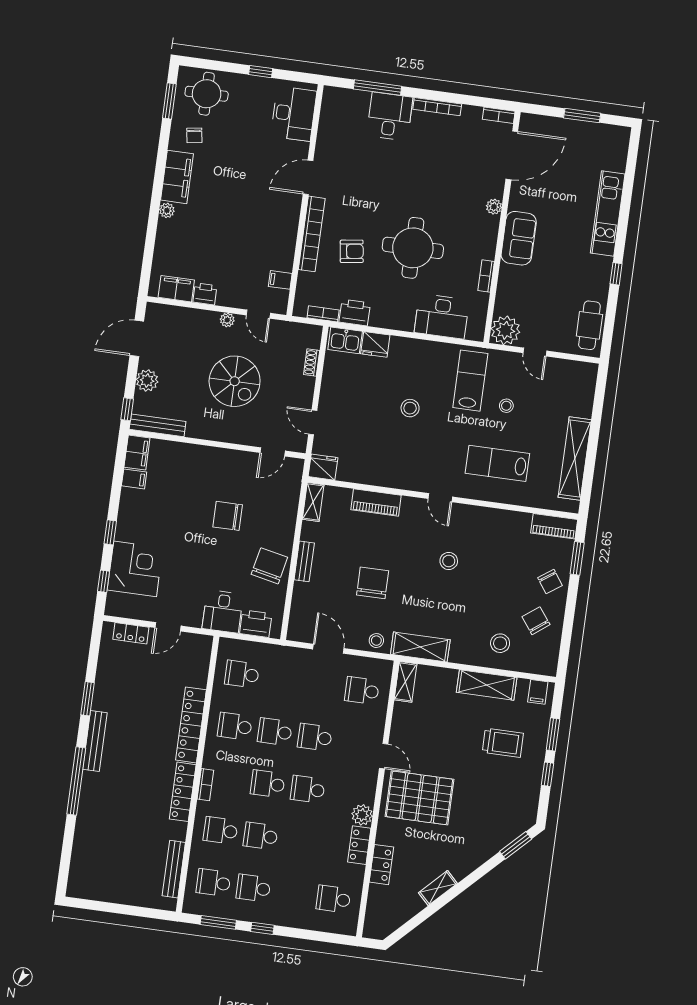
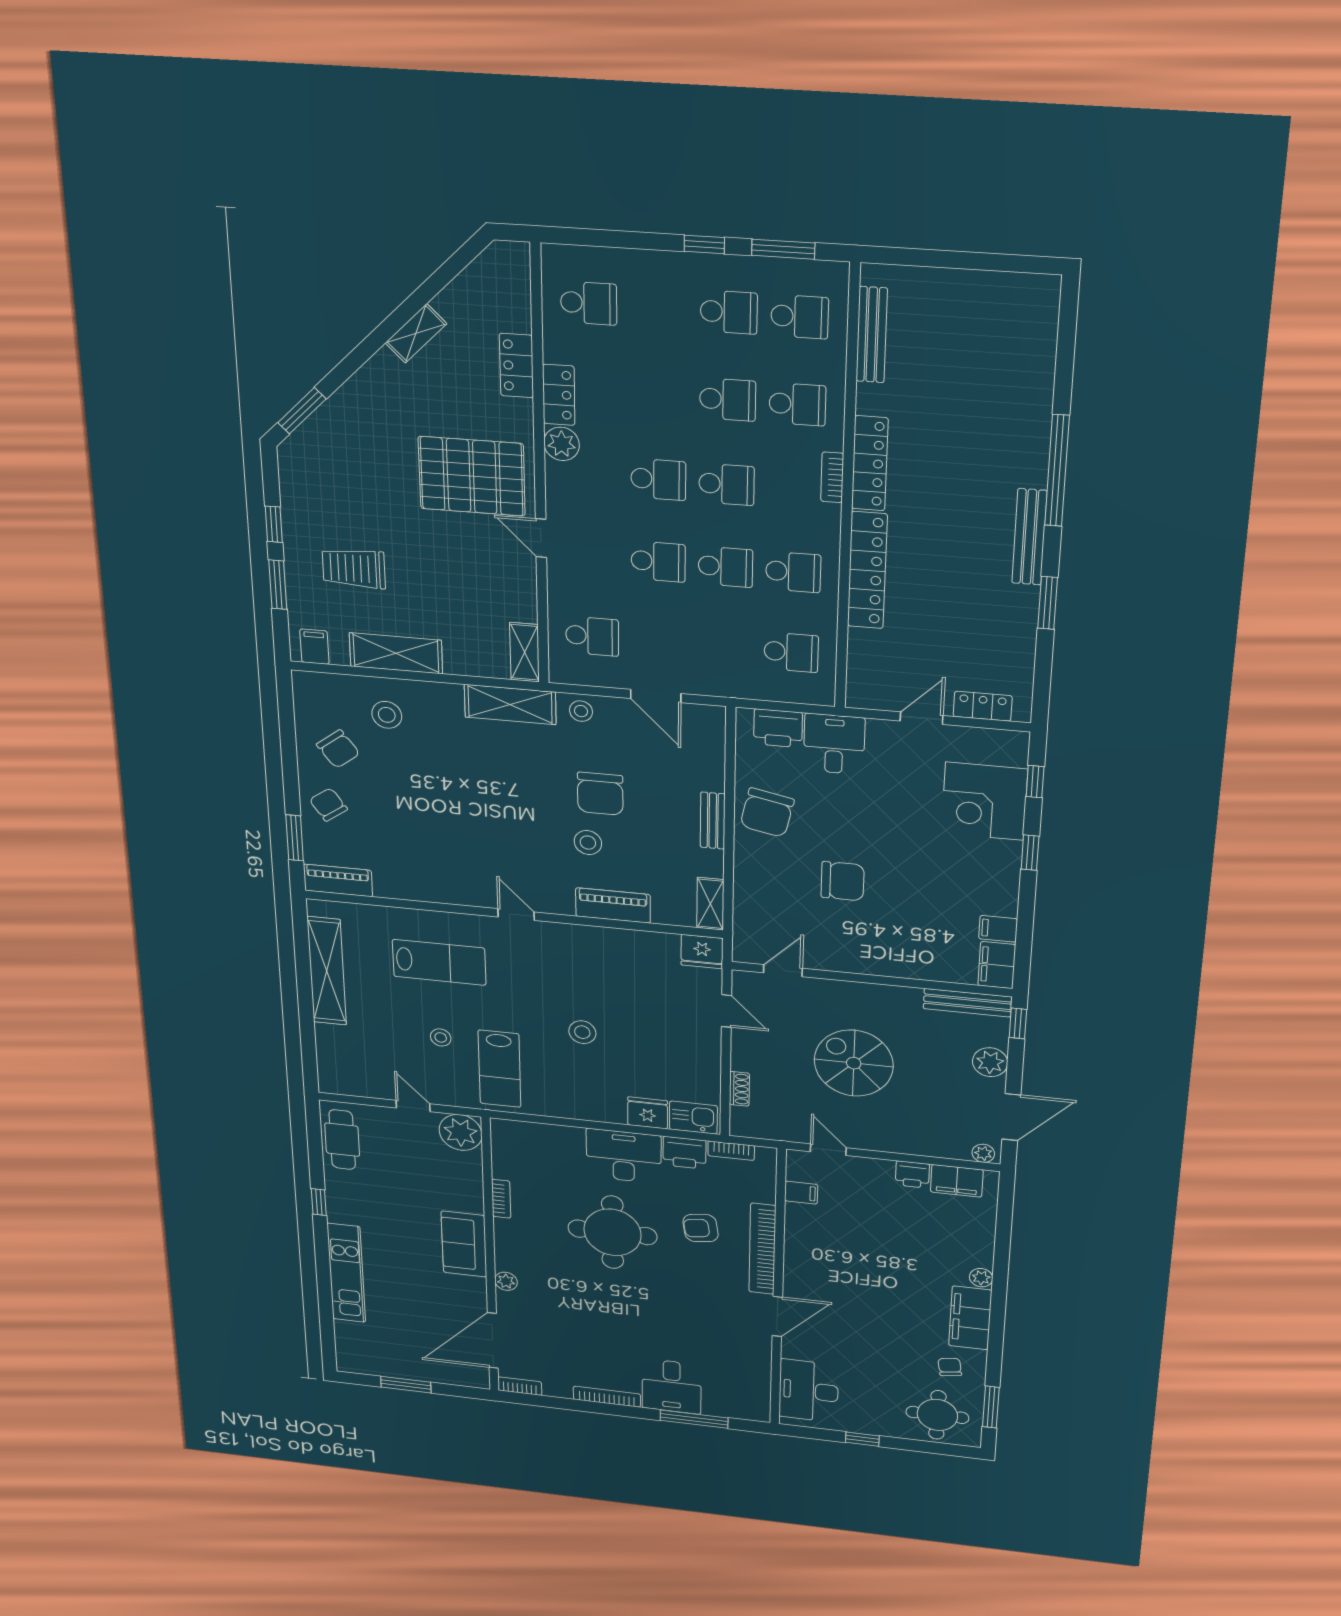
desk: (442, 316) -> (624, 1156), moved
plant: (227, 320) -> (983, 1153), moved
stool: (449, 561) -> (588, 843), moved

